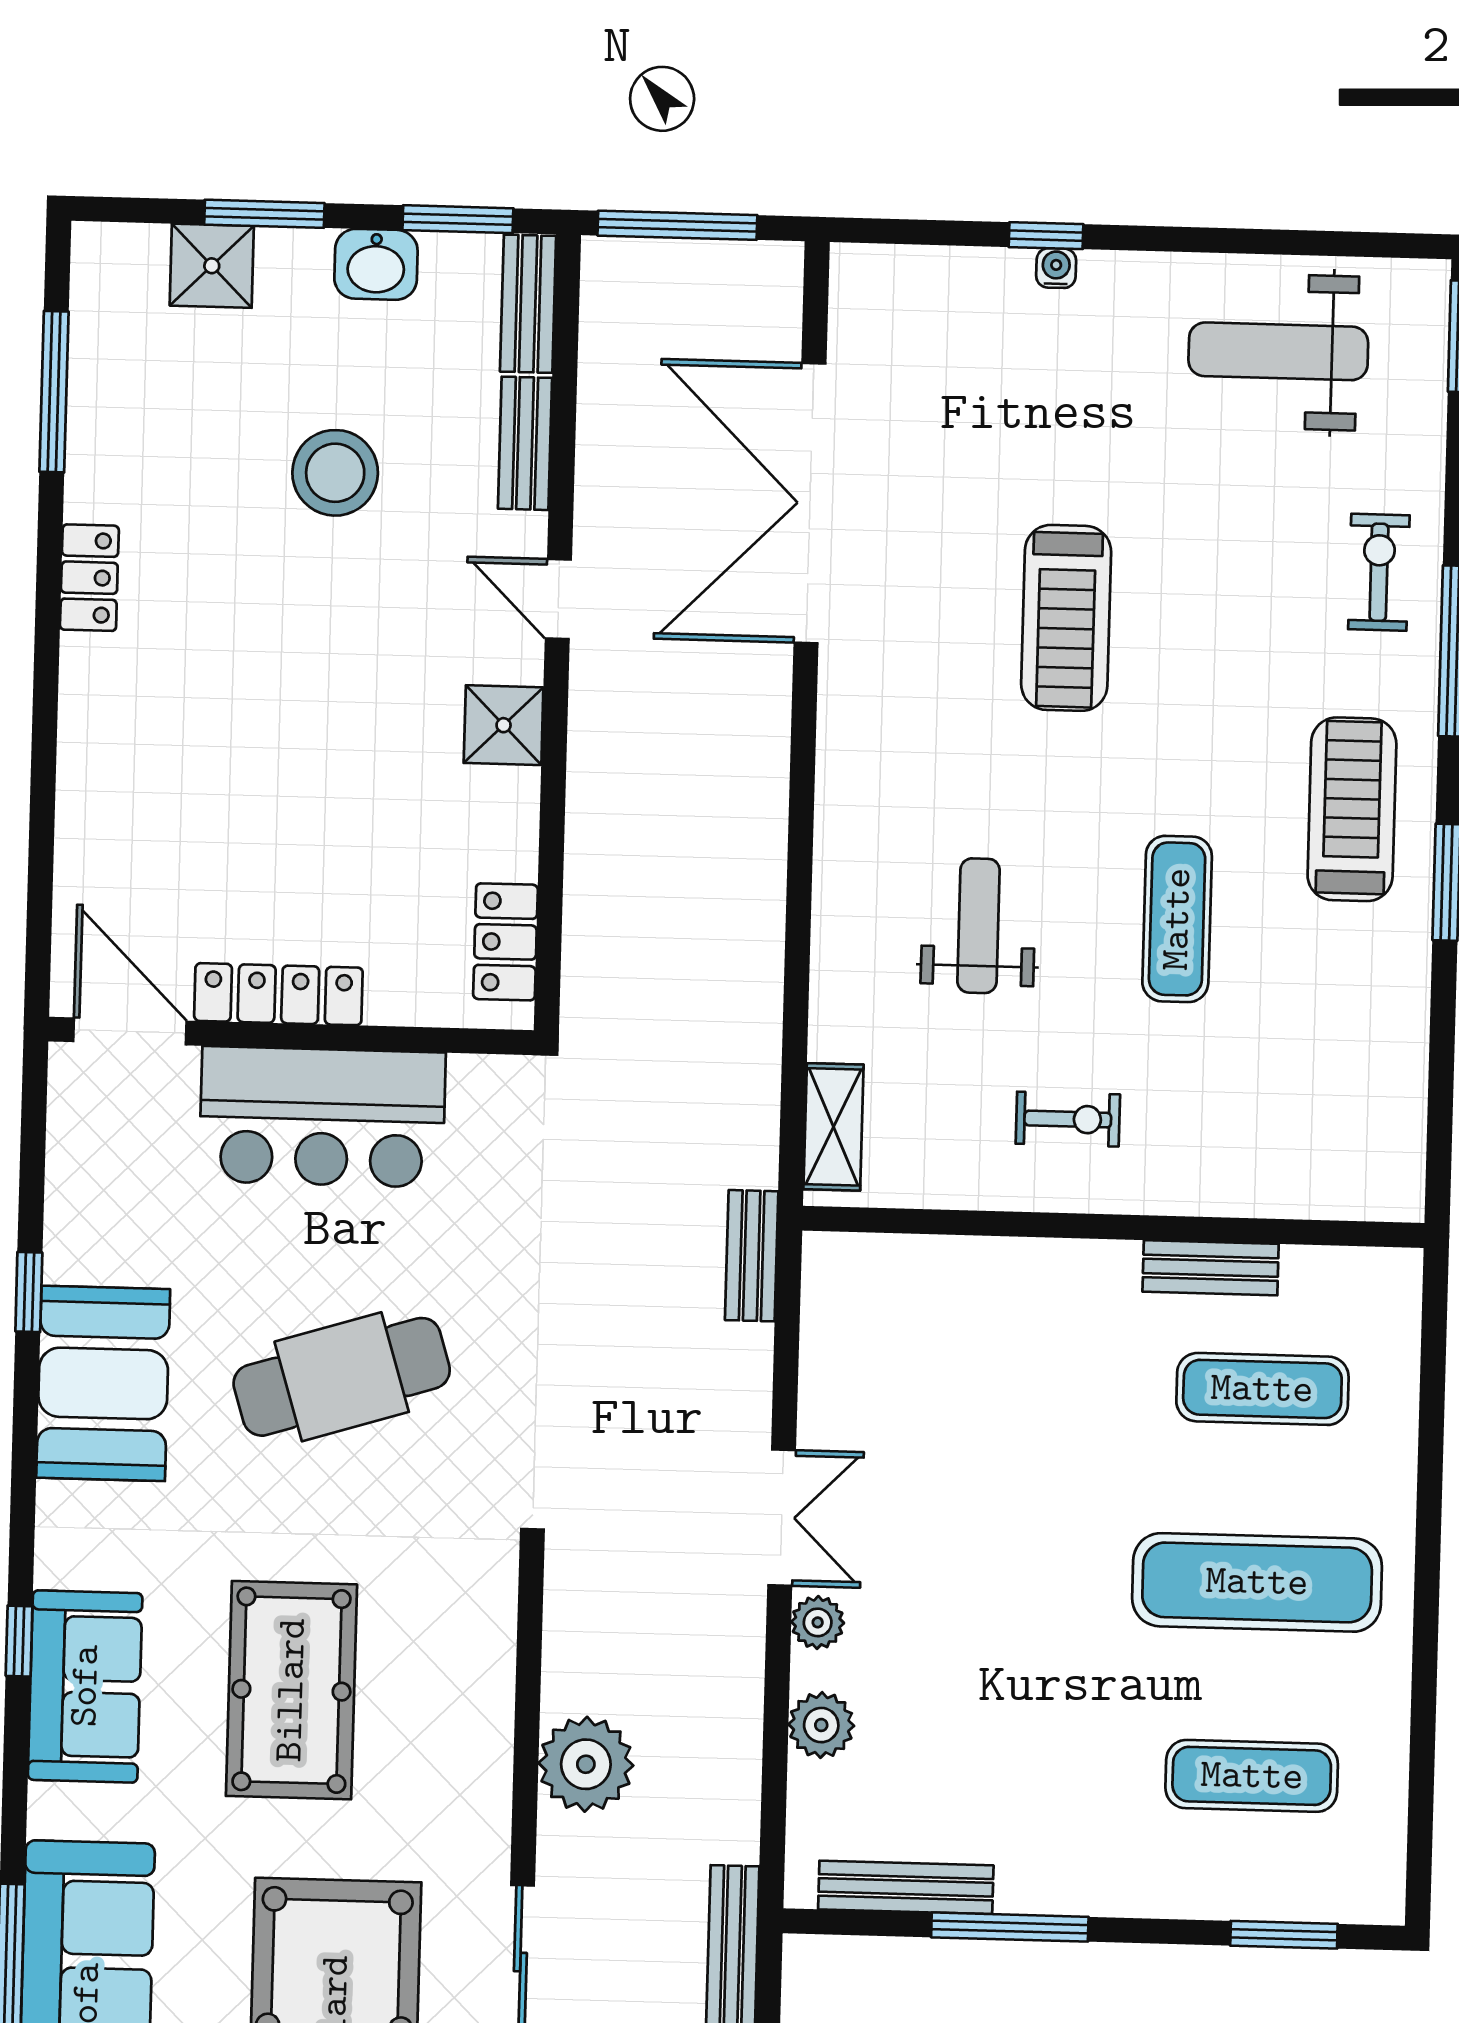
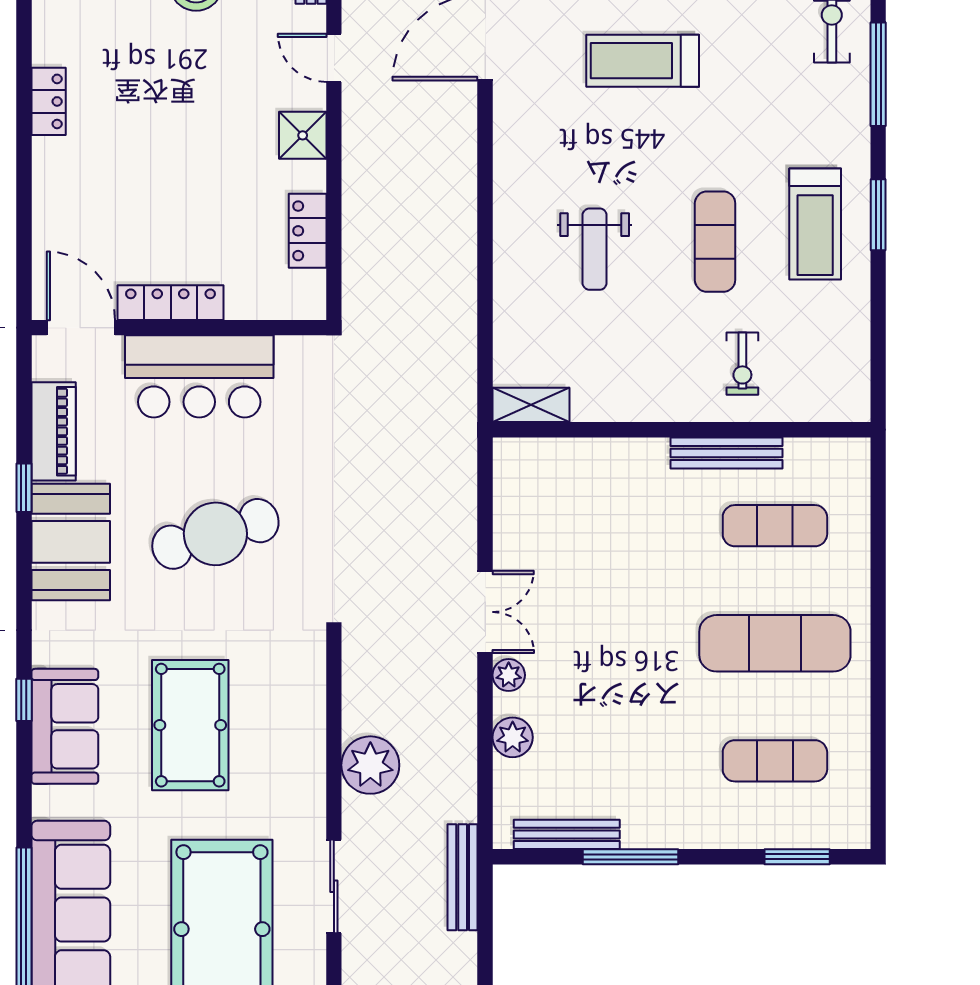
locker: (89, 578) -> (49, 101), moved
treadmill: (1066, 618) -> (643, 61), turned 90
treadmill: (1352, 809) -> (815, 224), moved, turned 180
weight bench: (978, 926) -> (595, 249), turned 180
locker: (505, 942) -> (308, 231), moved
exercise bike: (1068, 1119) -> (742, 364), moved, turned 90
shelving: (833, 1127) -> (531, 405), moved, turned 90
piano: (80, 1201) -> (54, 431), added
bench: (752, 1256) -> (462, 453), removed
bench: (1211, 1268) -> (726, 453), width x1.36

